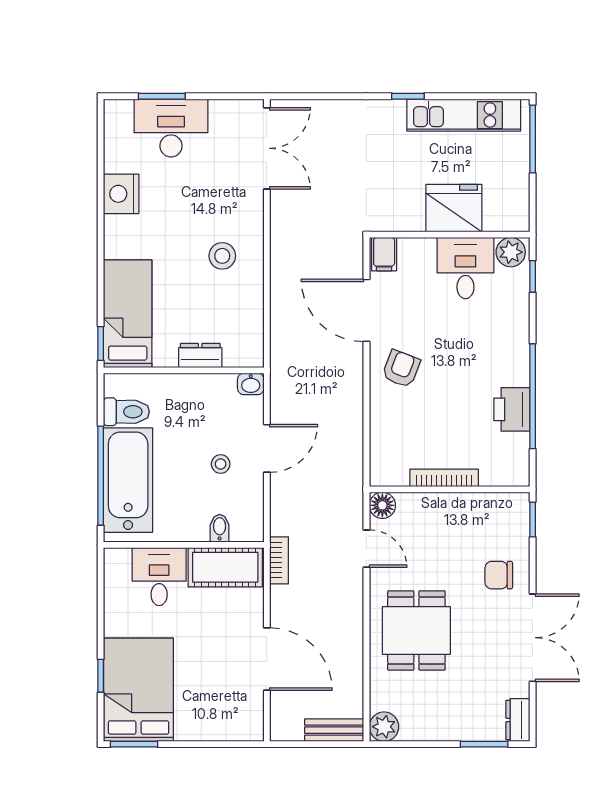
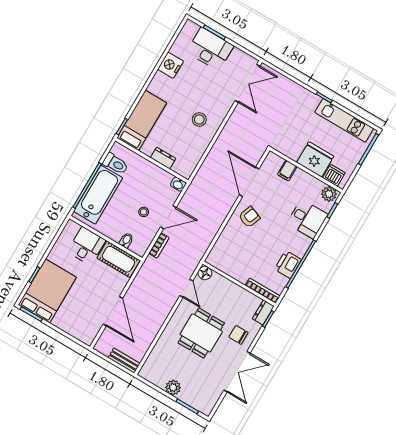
dishwasher: (501, 216) -> (334, 175), added
filing cabinet: (384, 254) -> (287, 170), moved
desk: (465, 268) -> (307, 219), moved, turned 90
bookcase: (444, 478) -> (263, 291), moved
bookcase: (279, 560) -> (159, 245), moved
dining table: (416, 630) -> (201, 333), moved
dresser: (518, 720) -> (263, 312), moved
plant: (384, 727) -> (173, 387), moved

